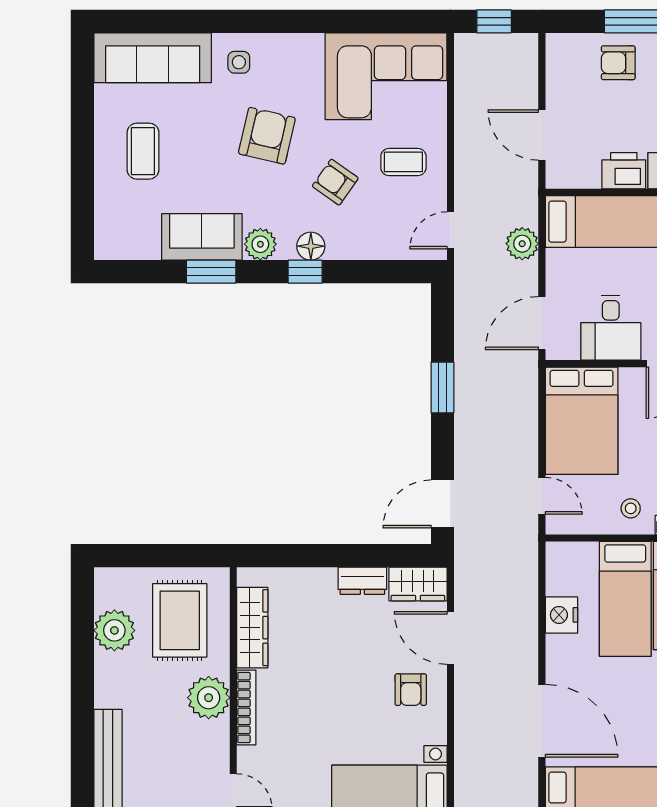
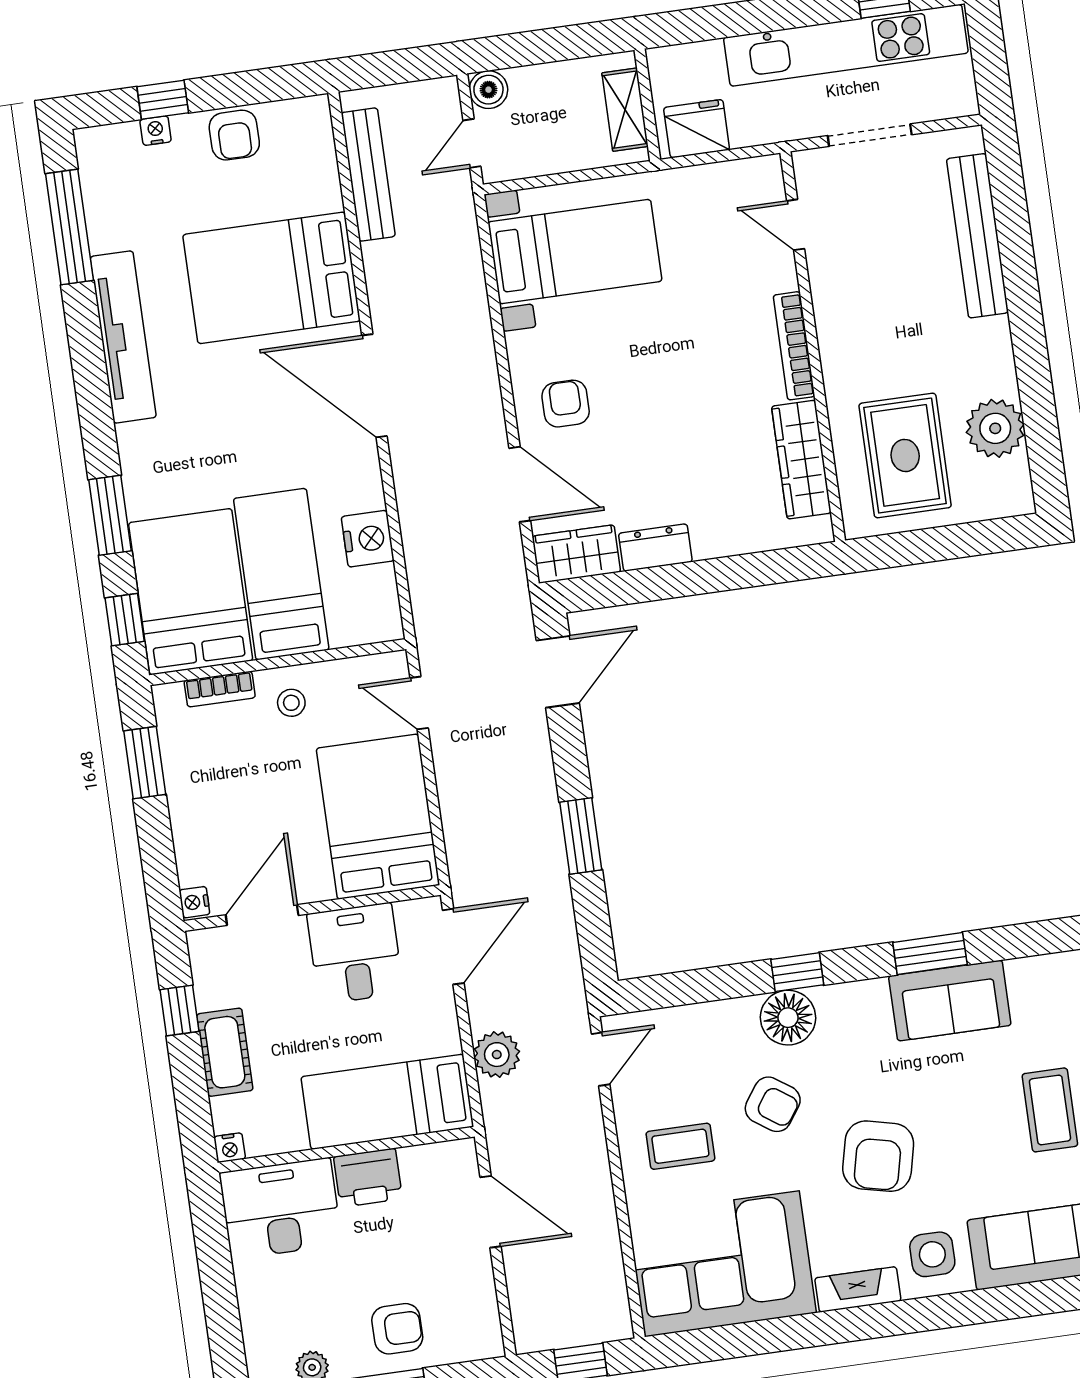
fireplace: (294, 45) -> (858, 1289), added
side table: (239, 62) -> (932, 1254), width x1.37, depth x1.37
plant: (260, 244) -> (866, 1002), removed
floor lamp: (311, 246) -> (788, 1018), width x1.38, depth x1.38
plant: (209, 698) -> (849, 352), removed

